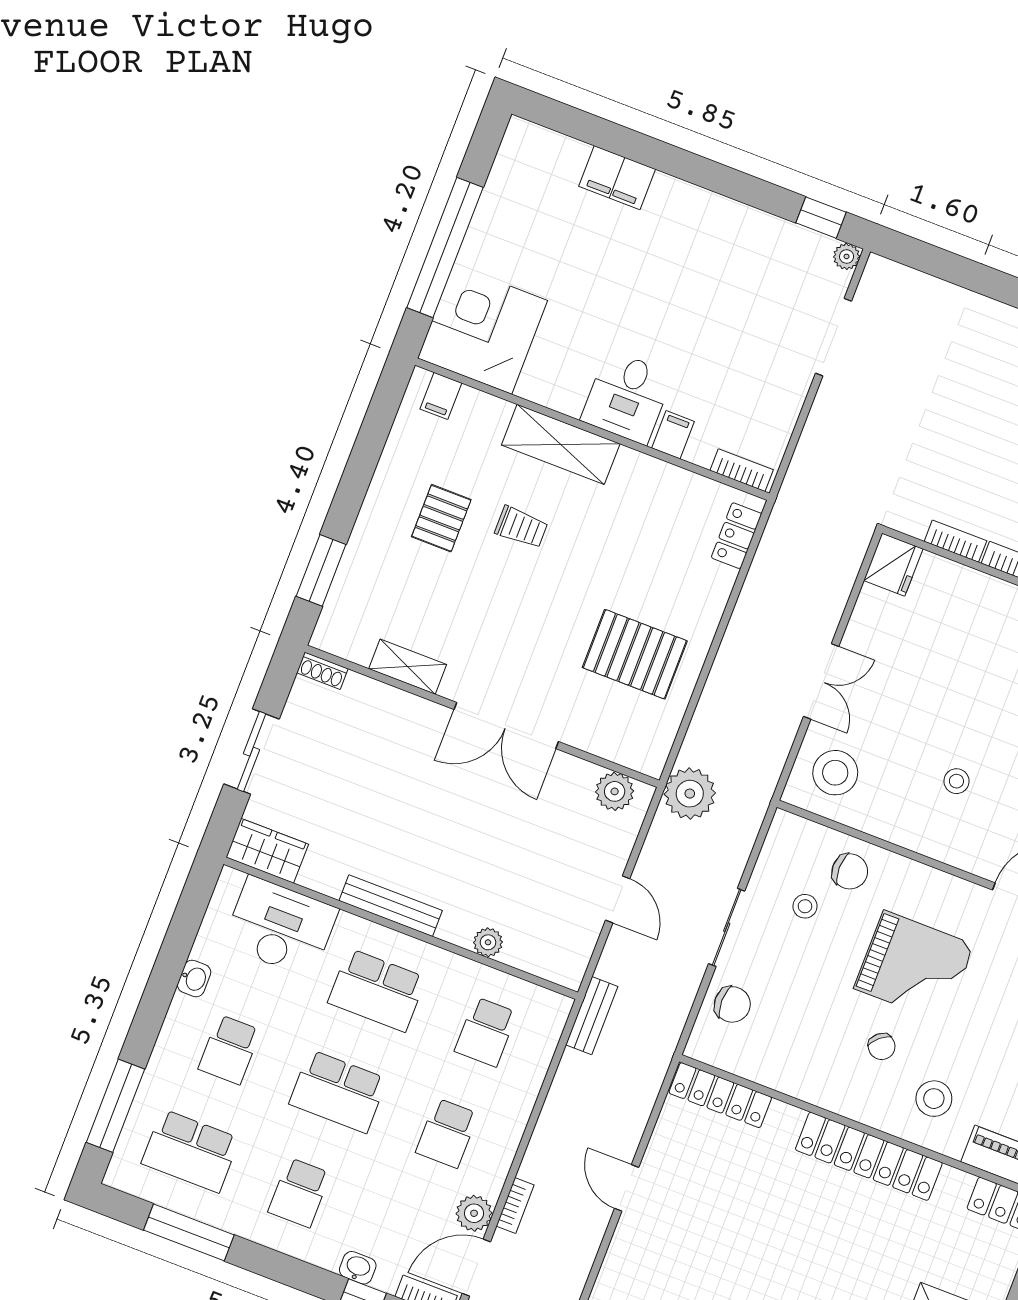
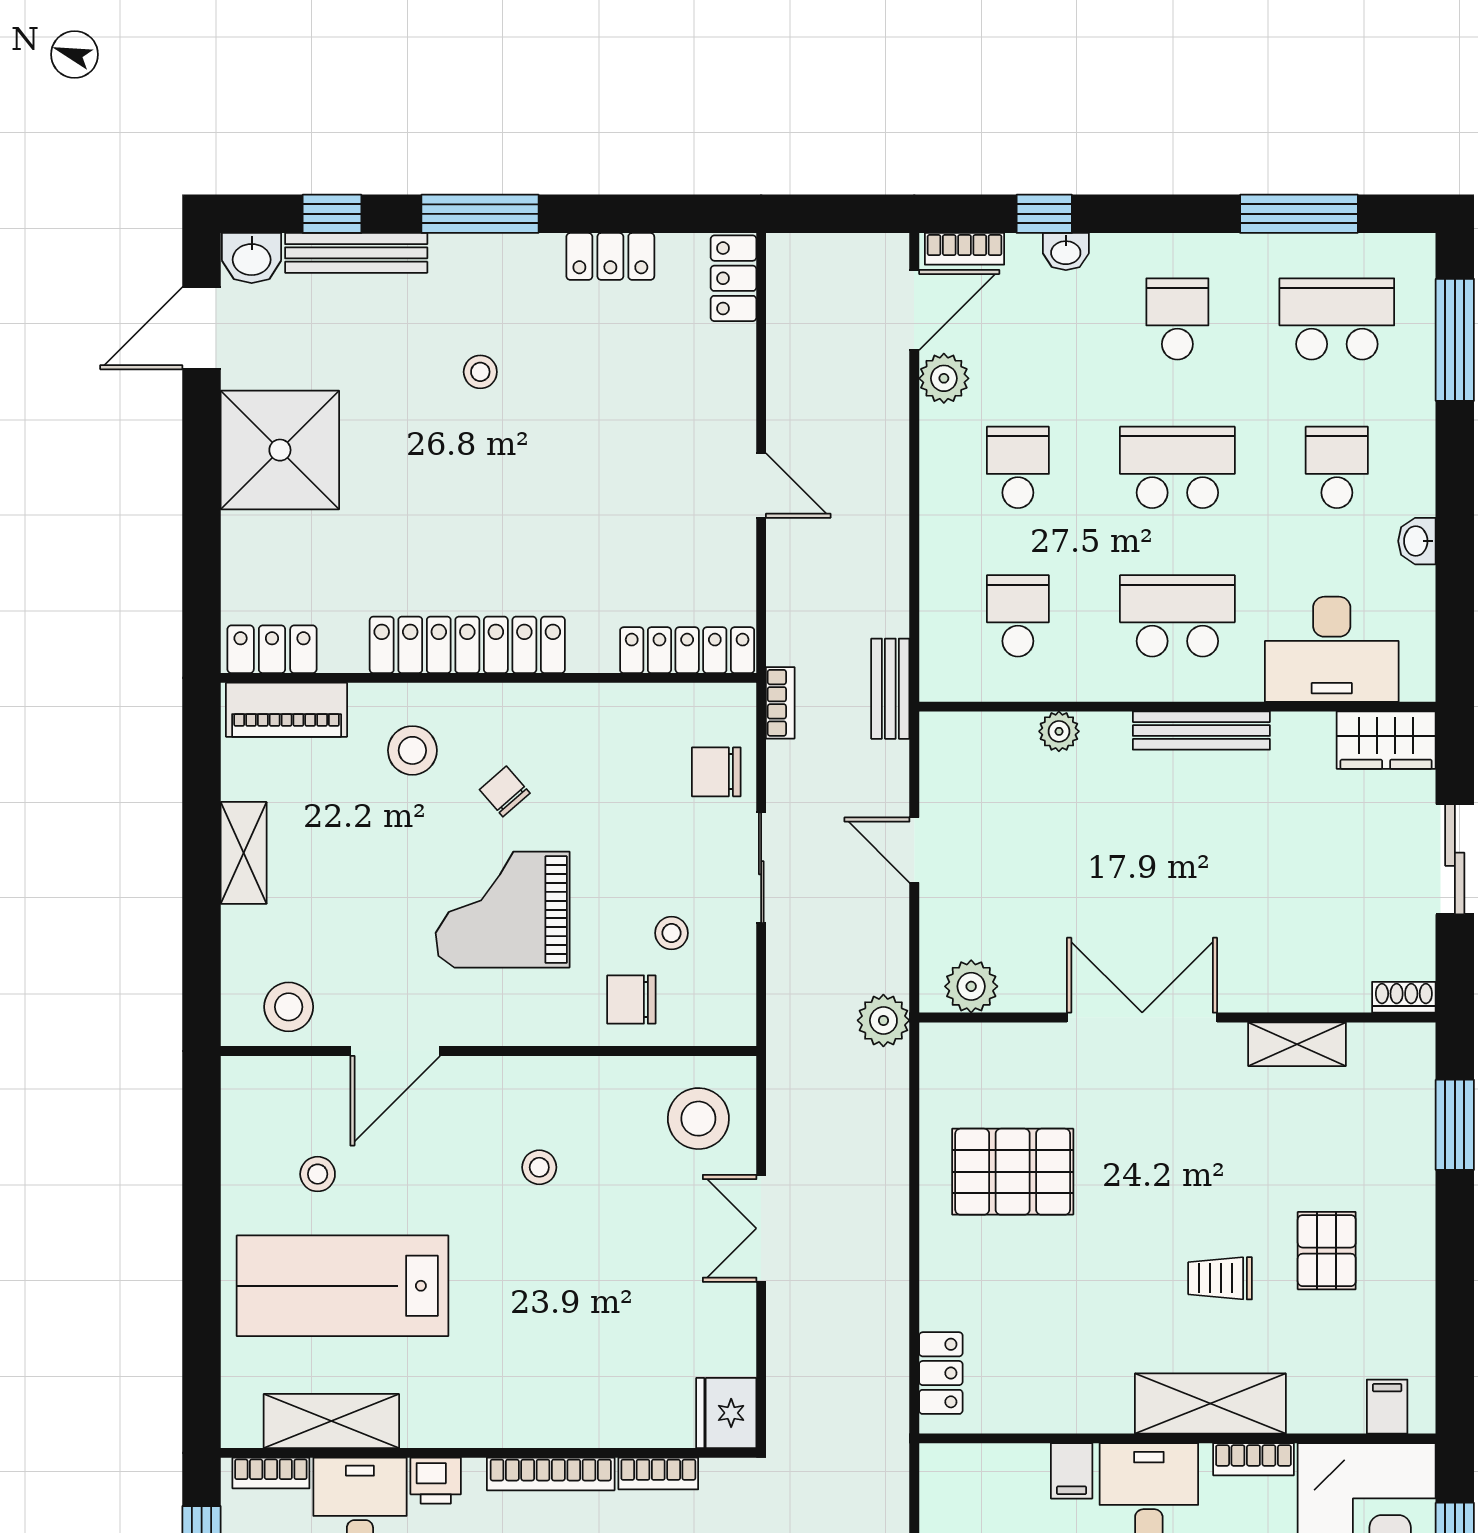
bookcase: (742, 470) -> (1253, 1459), moved
plant: (690, 794) -> (883, 1020), width x0.73, depth x0.73
bookcase: (515, 1206) -> (780, 703), moved, turned 180

